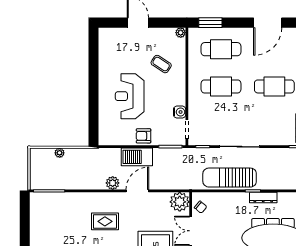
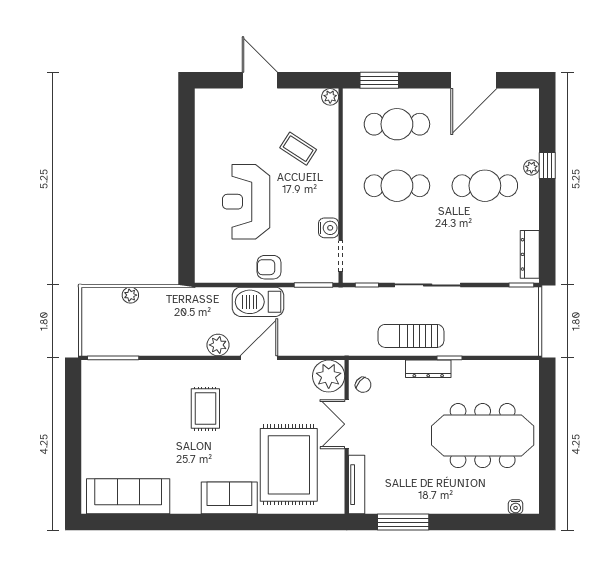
sun lounger: (230, 178) -> (411, 336), width x0.73, depth x0.75
dresser: (263, 197) -> (428, 369), moved
rug: (105, 221) -> (205, 409), turned 90

